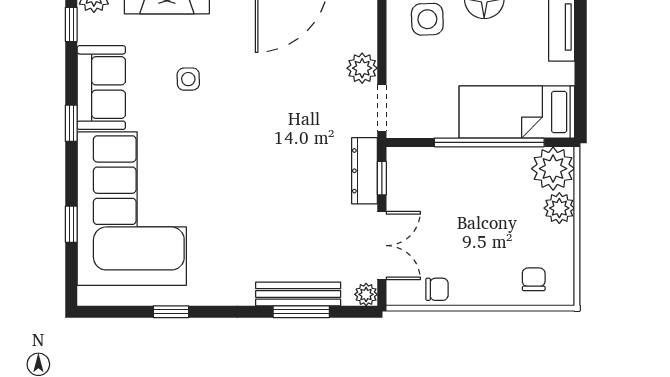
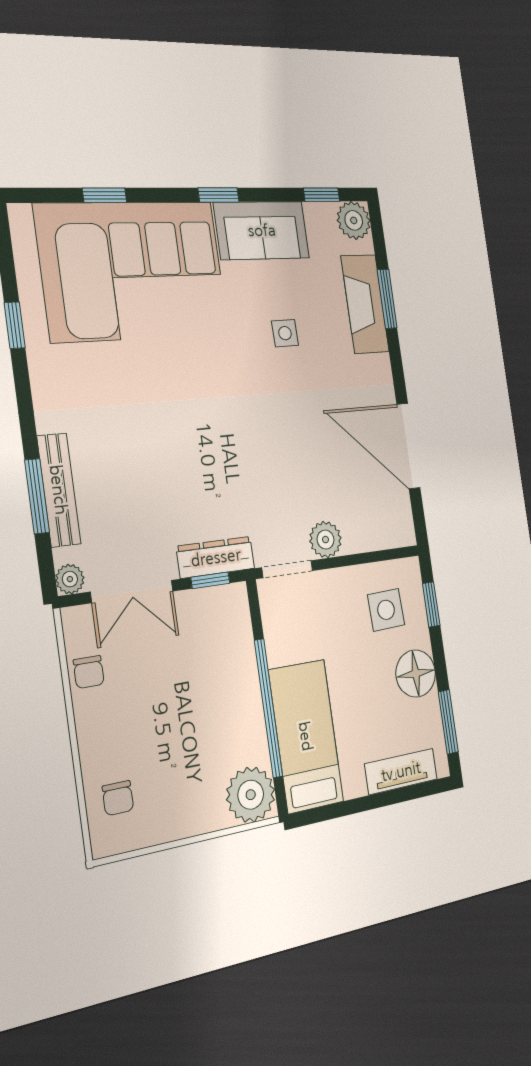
plant: (559, 208) -> (207, 813), removed
chair: (534, 279) -> (118, 798), turned 90

